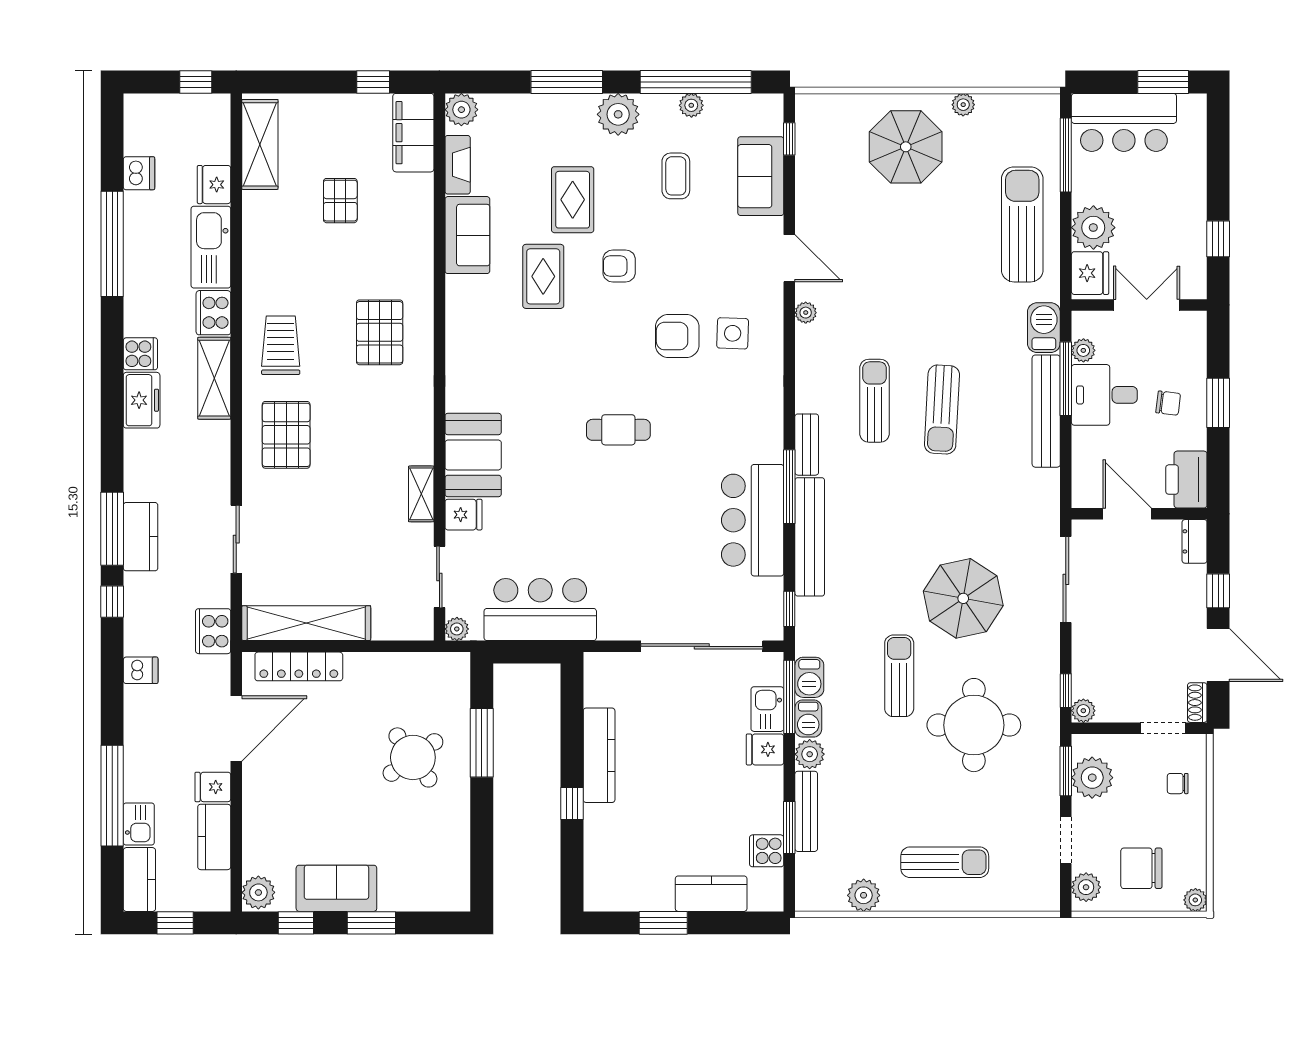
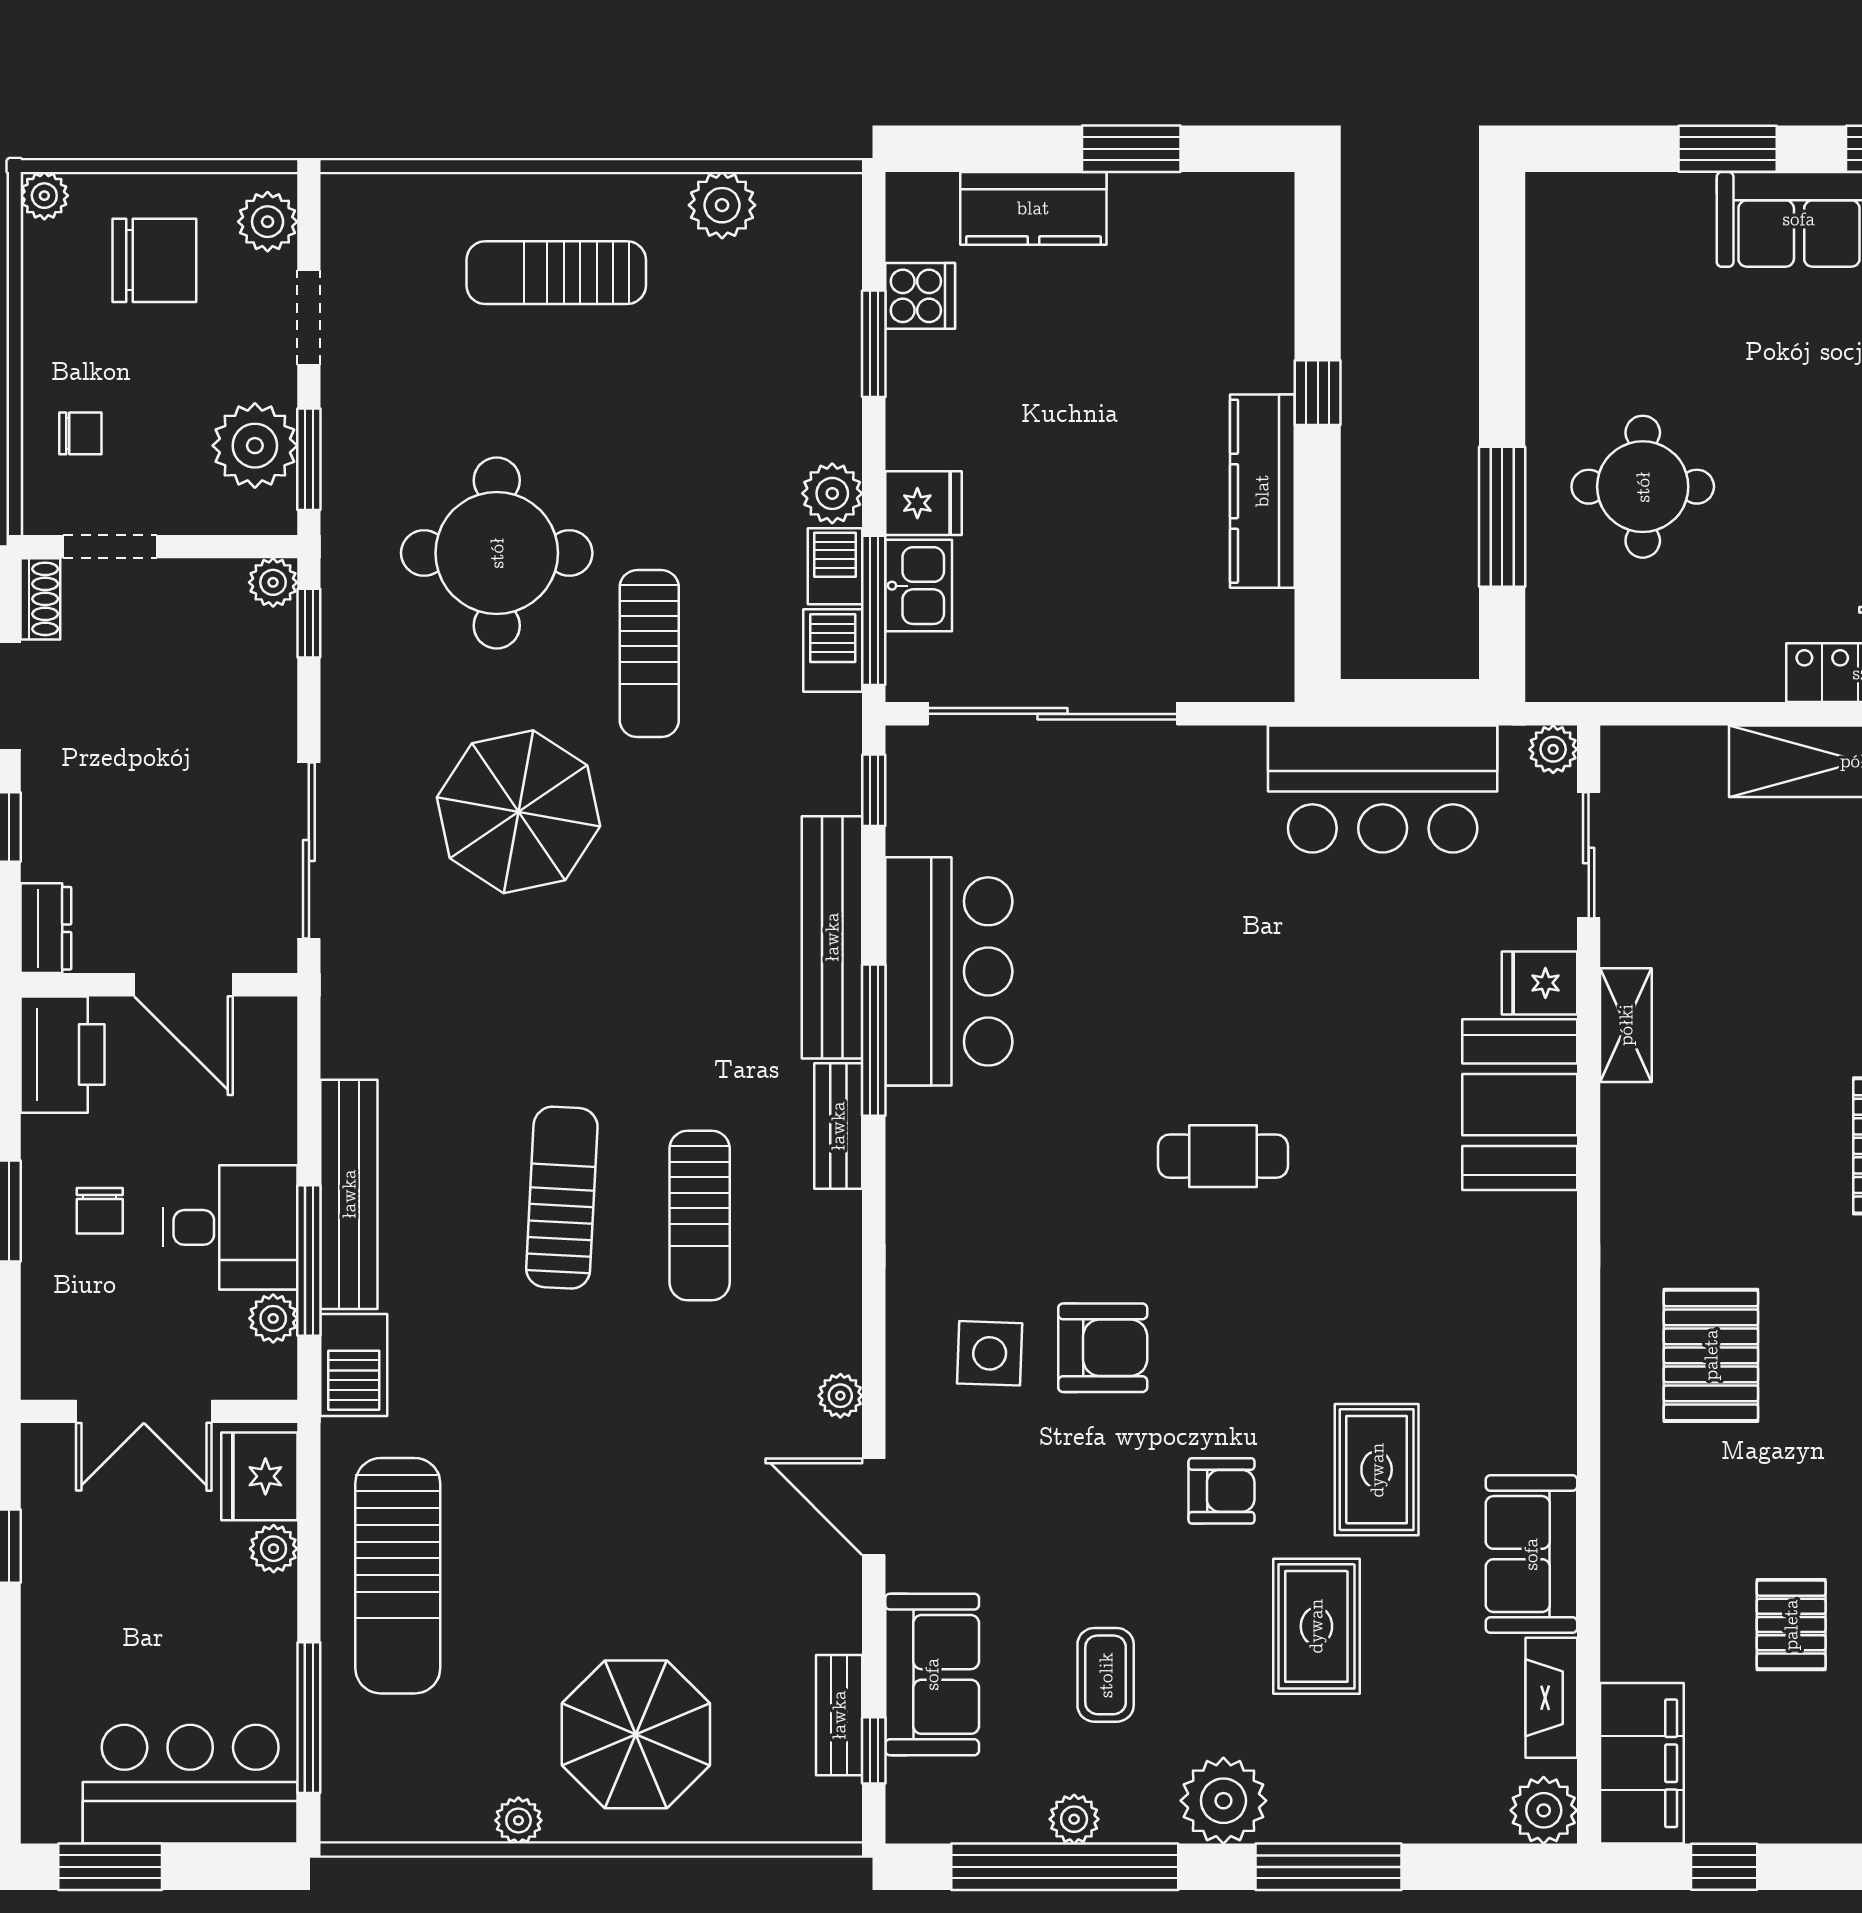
plant: (1093, 228) -> (274, 1549), width x0.53, depth x0.53
chair: (1168, 403) -> (100, 1211), turned -97
round table: (413, 757) -> (1643, 487), turned 36
bench: (806, 811) -> (839, 1715), moved, width x0.73

